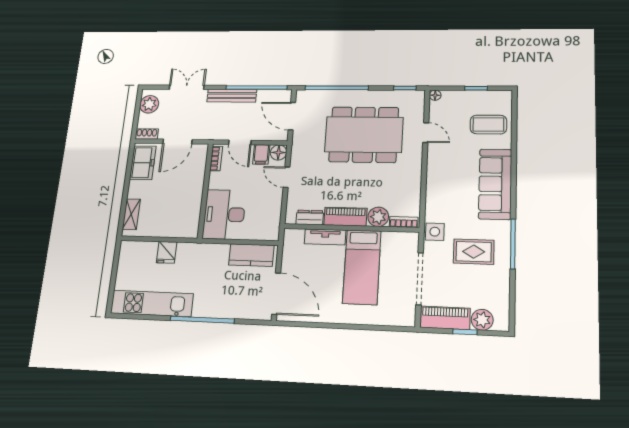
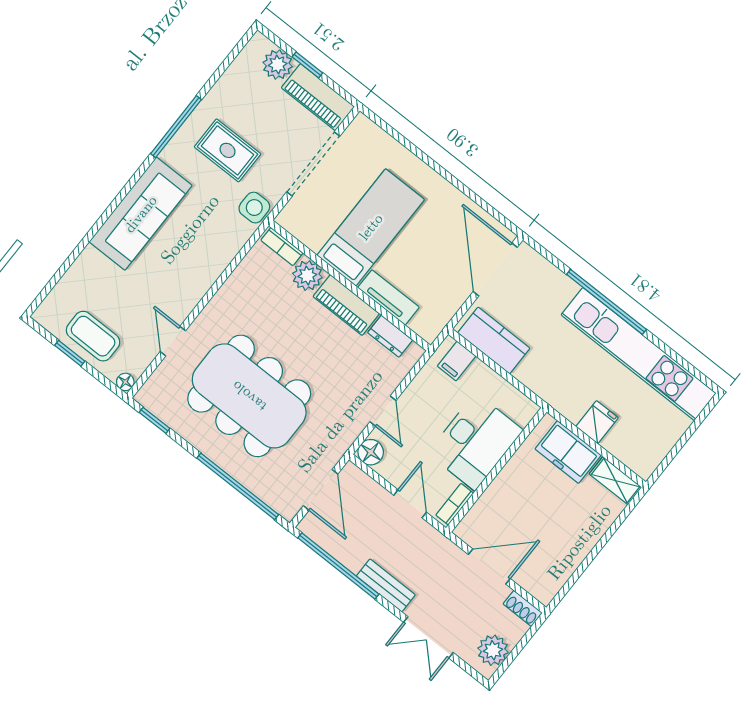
bench: (232, 96) -> (386, 585), width x0.73
coffee table: (488, 125) -> (93, 336), moved
filing cabinet: (261, 154) -> (457, 361), moved, turned 180
freezer: (143, 163) -> (568, 452), moved, turned -90
shelving: (131, 214) -> (615, 481), moved, turned 90
desk: (224, 214) -> (475, 442), moved
kitchen unit: (152, 303) -> (639, 354), width x1.36

